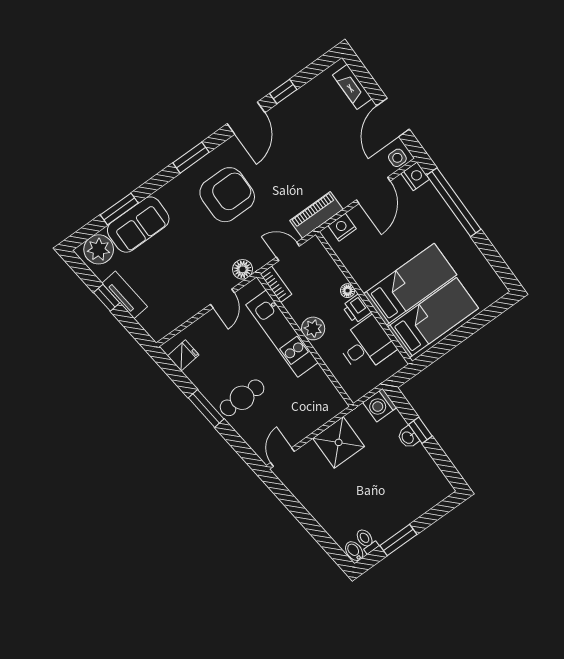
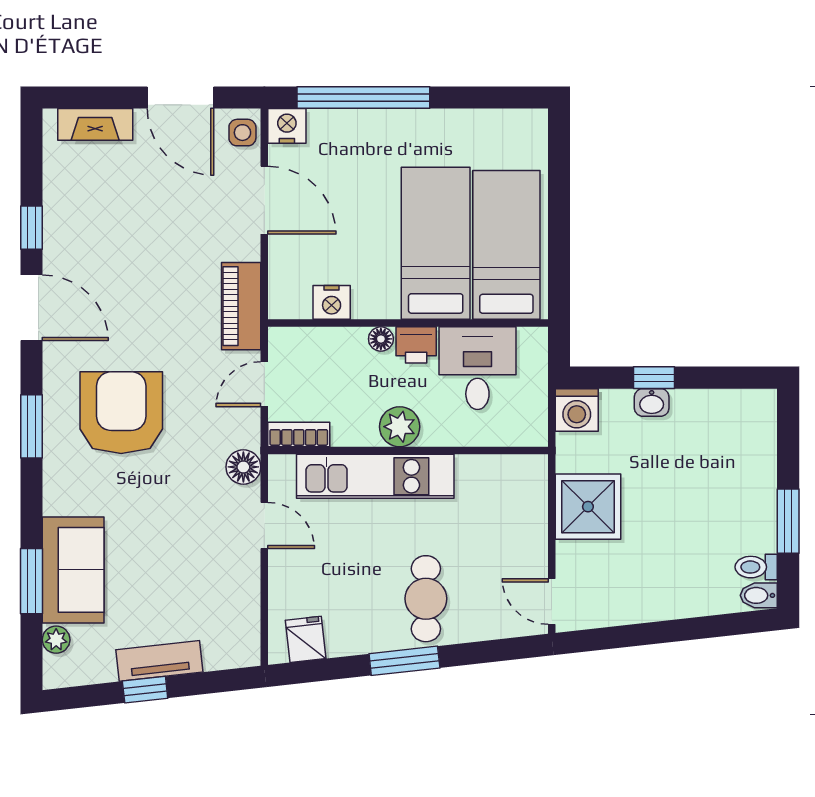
nightstand: (342, 227) -> (332, 302), moved, turned -90
plant: (99, 249) -> (56, 640), width x0.53, depth x0.53

